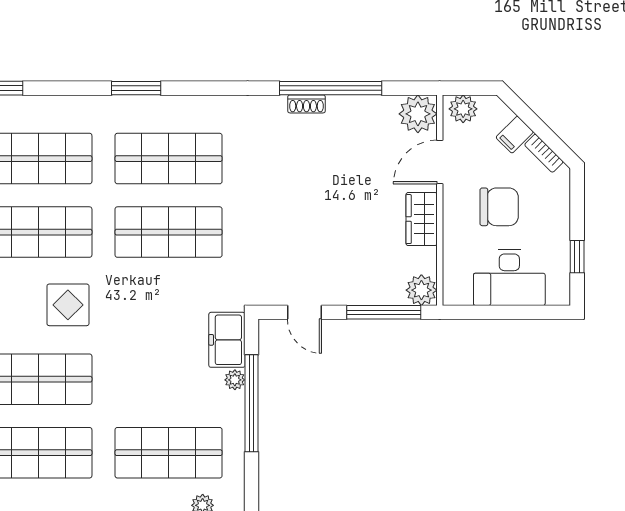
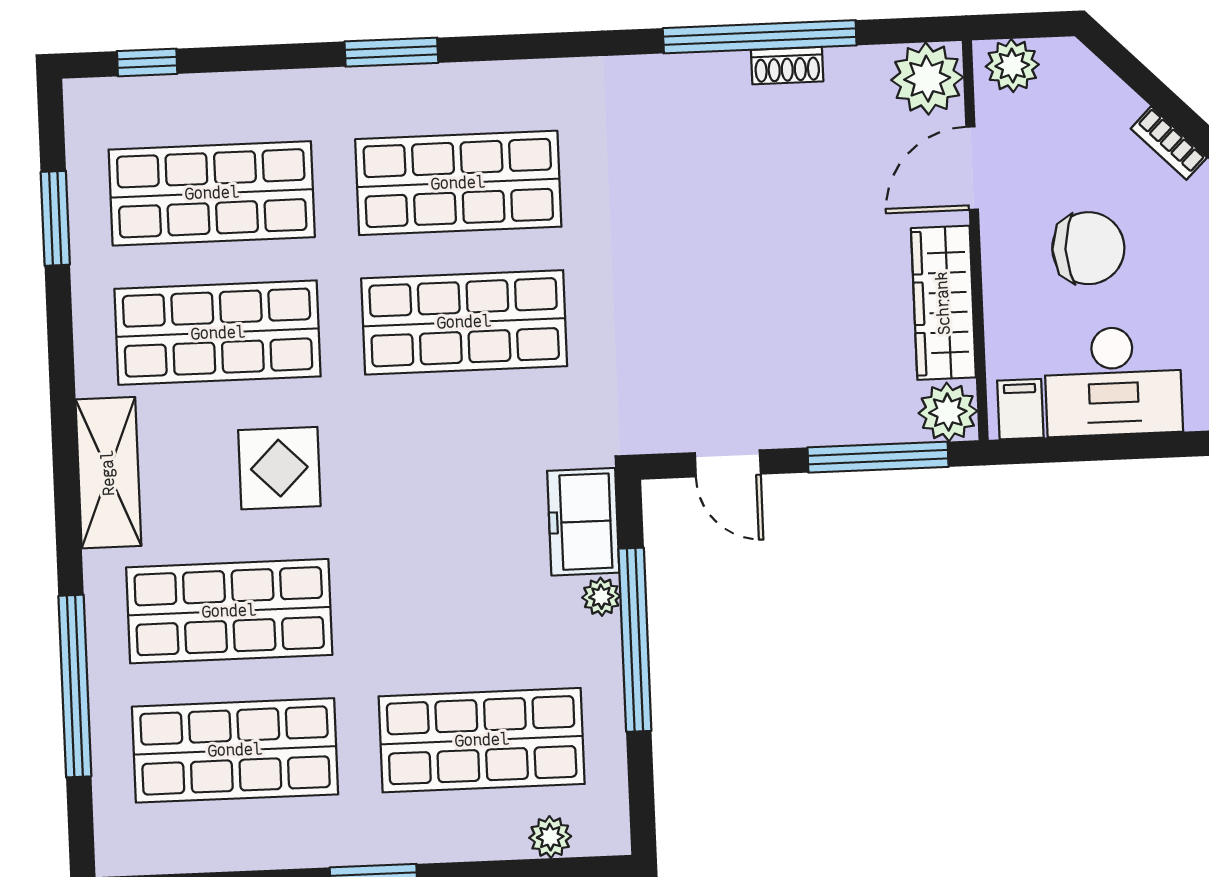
shoe rack: (306, 104) -> (787, 66), moved
filing cabinet: (515, 135) -> (1020, 409), moved, turned 135
wardrobe: (422, 219) -> (943, 303), width x1.50

